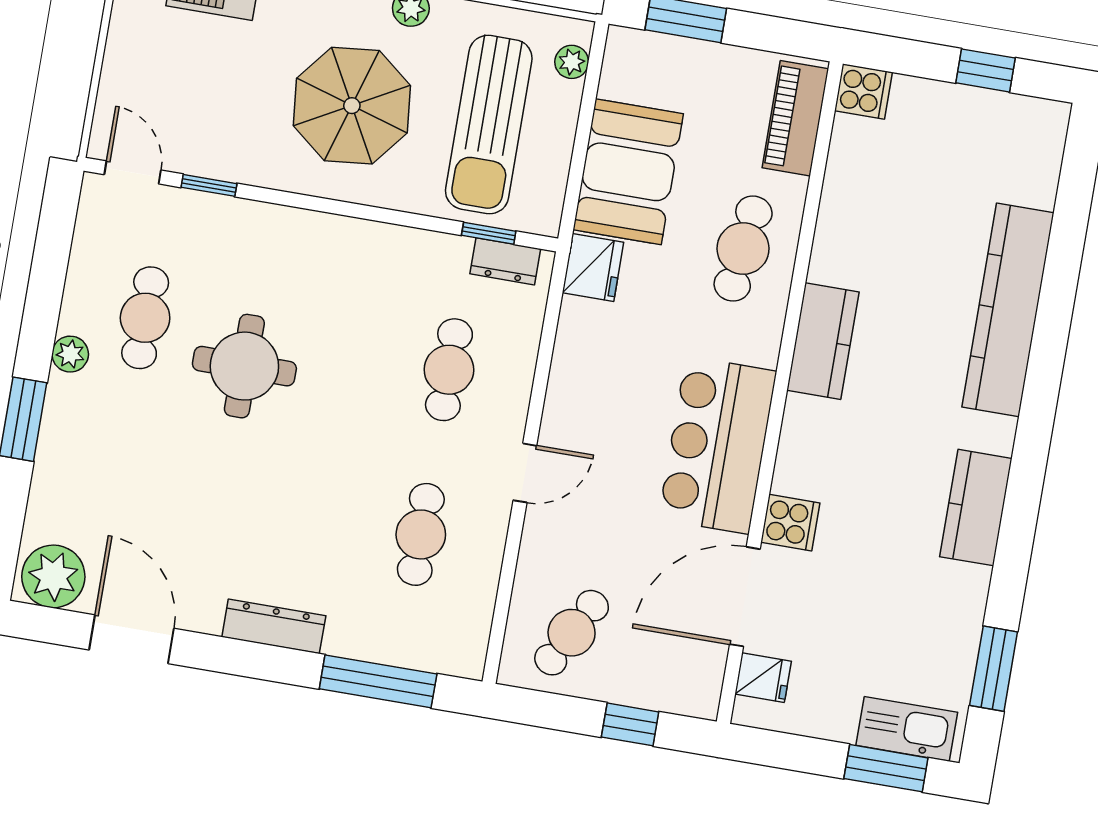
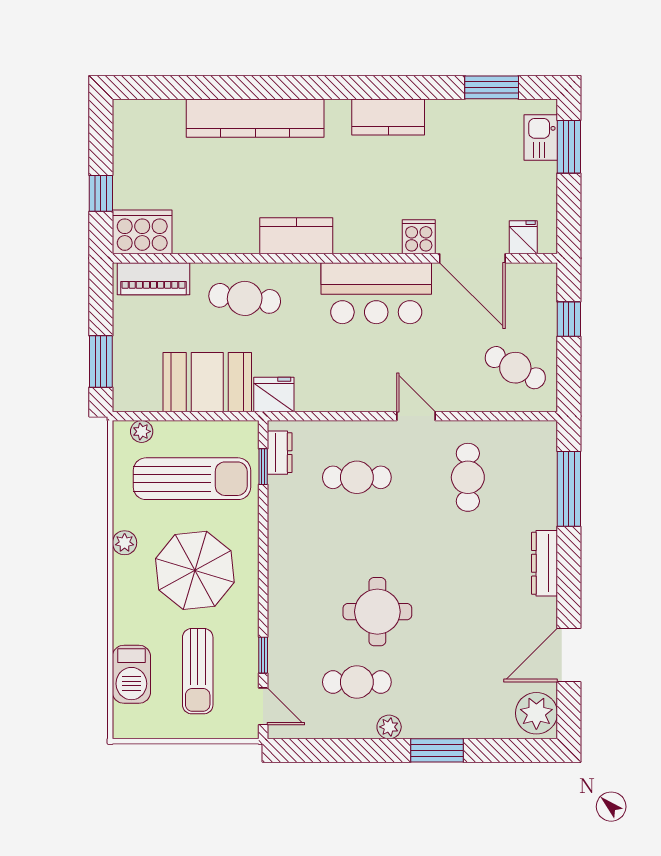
window: (985, 70) -> (101, 193), moved
sun lounger: (202, 84) -> (198, 671), added
cooker: (863, 91) -> (142, 232), width x1.87, depth x1.31
door: (133, 172) -> (263, 706), swing flipped
cafe table: (421, 534) -> (468, 477), turned 90
kitchen sink: (907, 729) -> (541, 137), width x0.73

